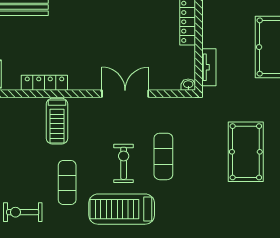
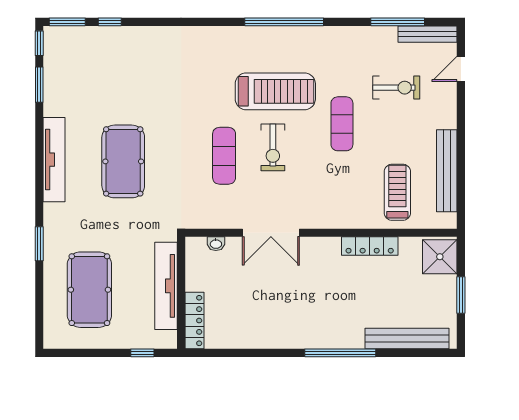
tv unit: (209, 67) -> (166, 286), width x1.92, depth x1.29
washbasin: (188, 85) -> (216, 244), moved
treadmill: (57, 121) -> (397, 192), moved

